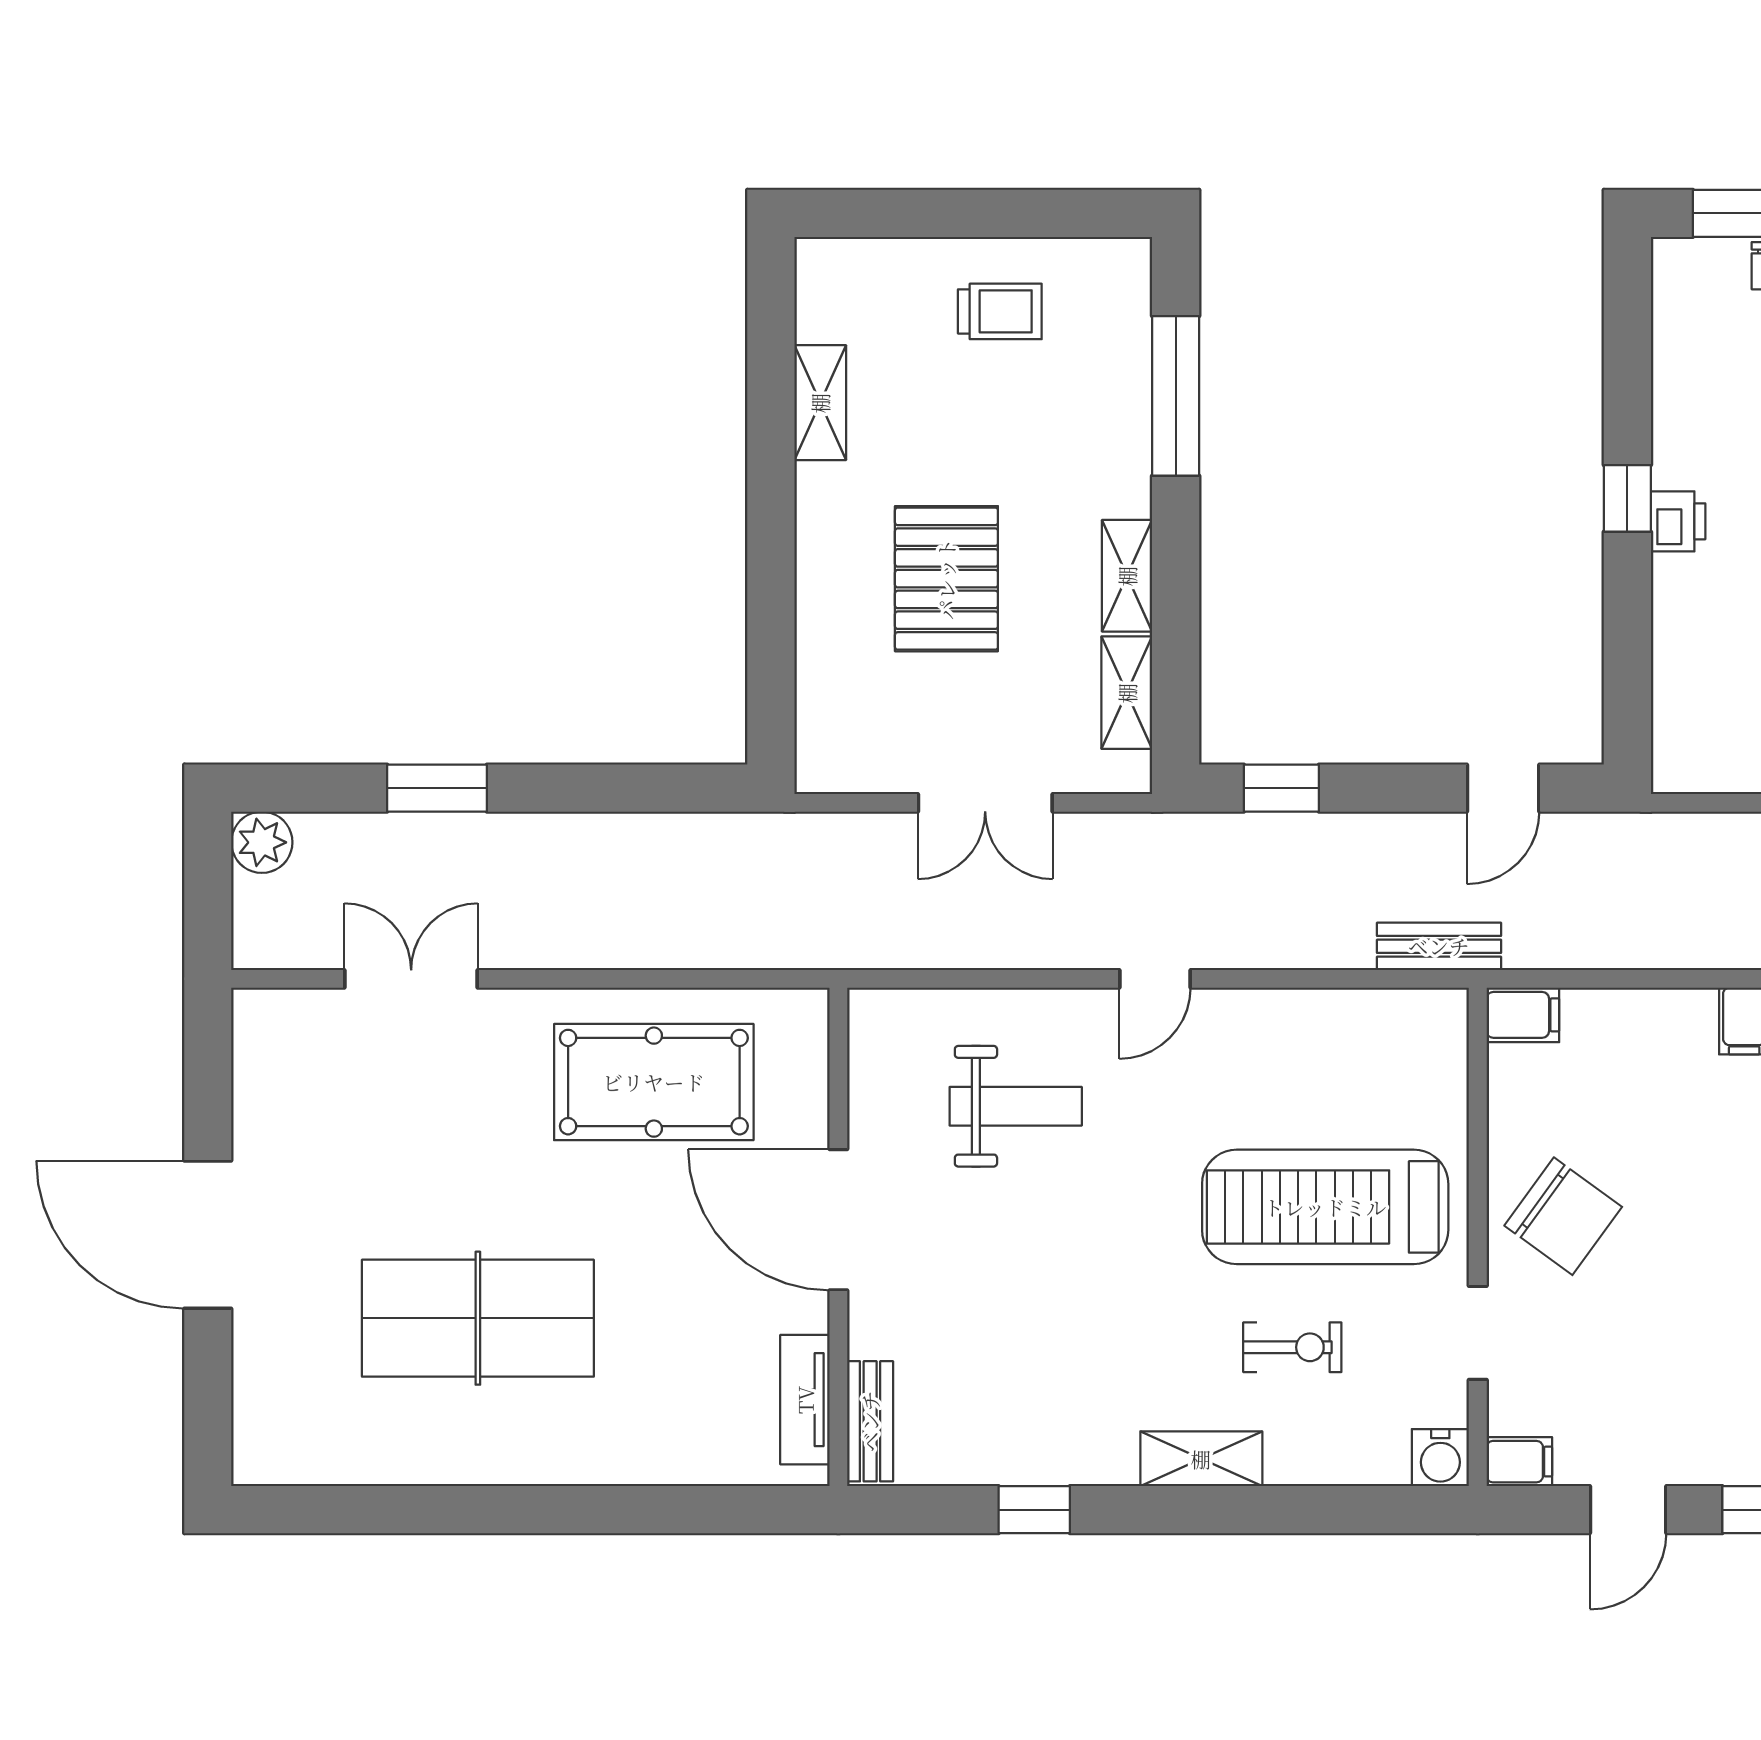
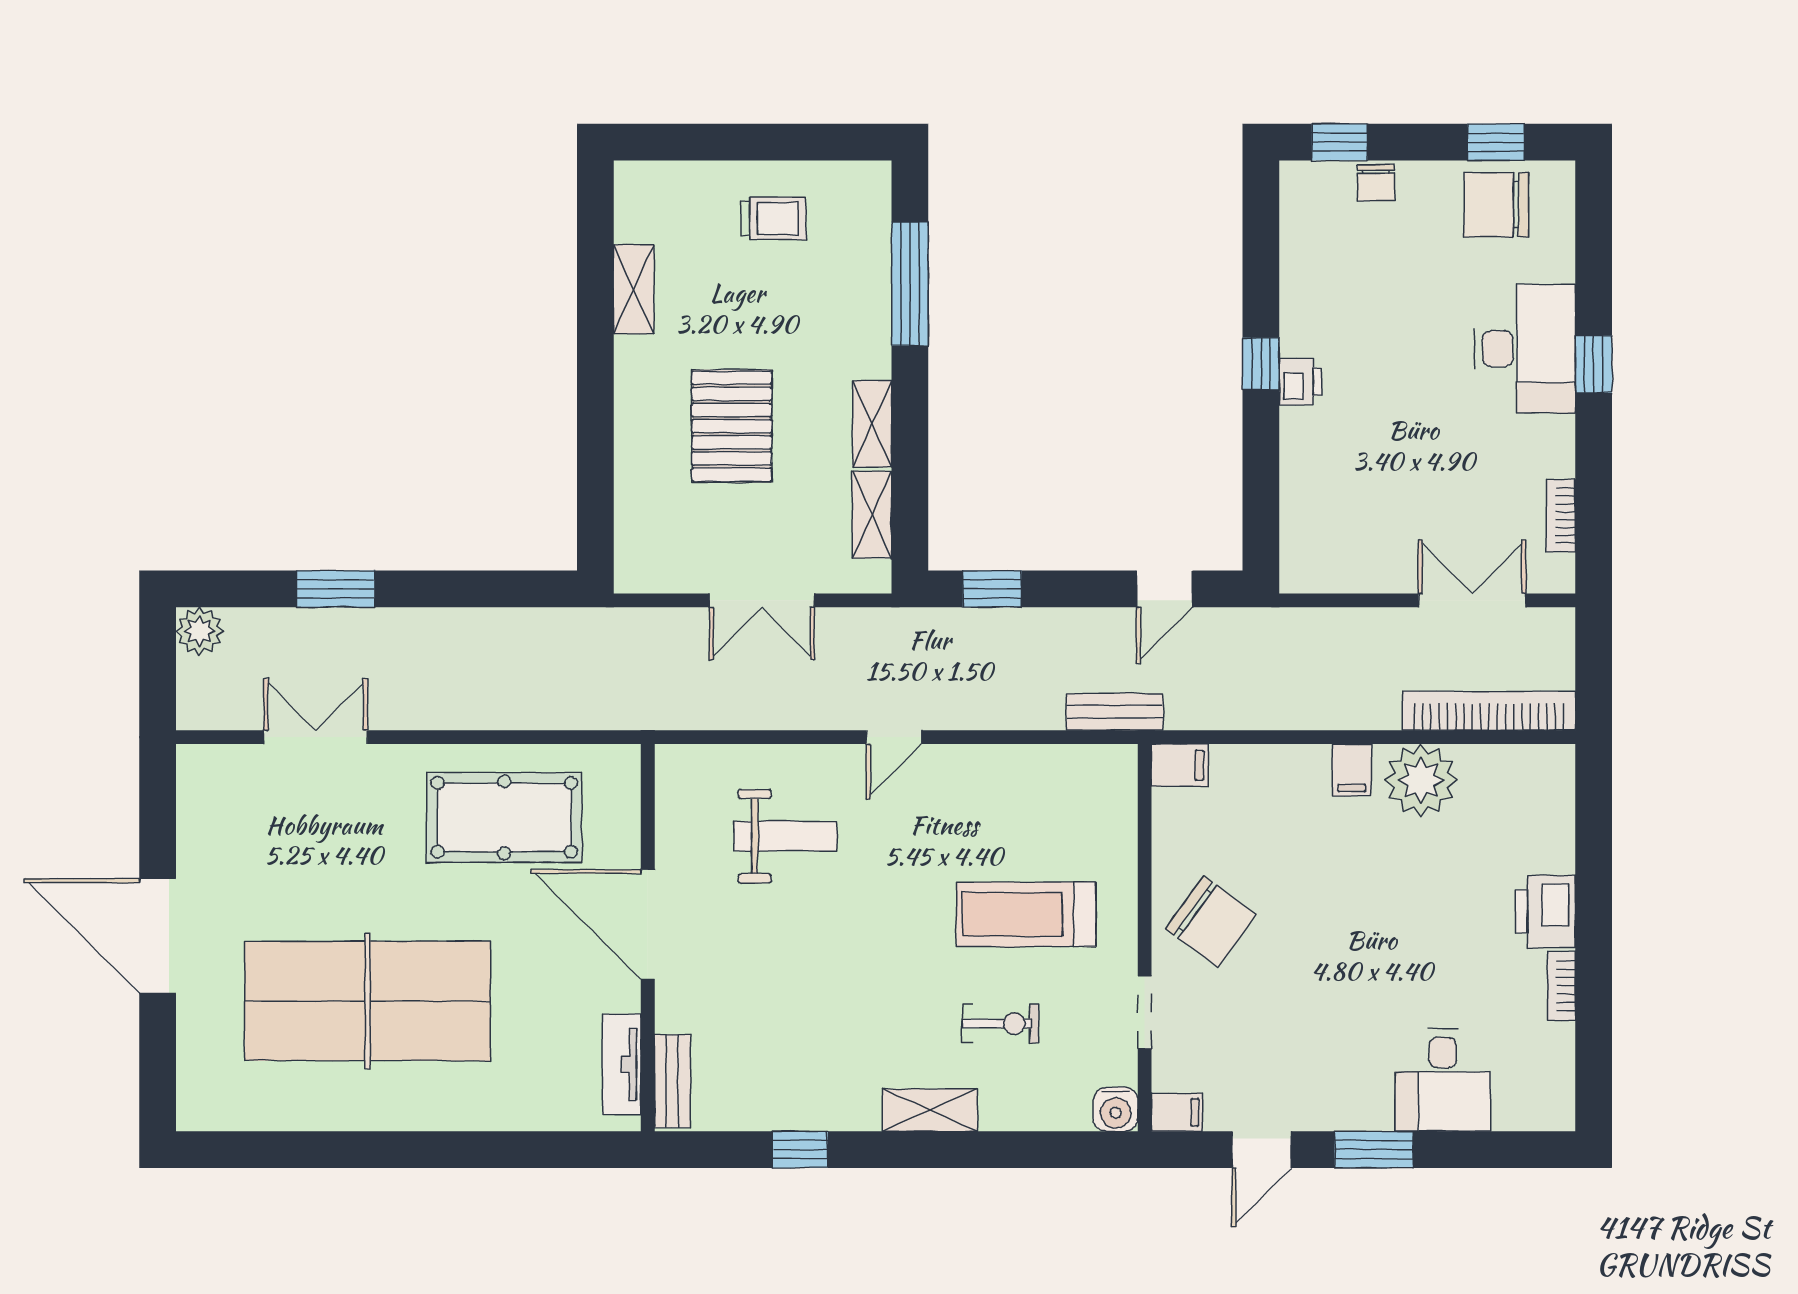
treadmill: (1325, 1207) -> (1026, 914), width x0.73, depth x0.73
table tennis table: (478, 1318) -> (368, 1001), width x1.36, depth x1.32

